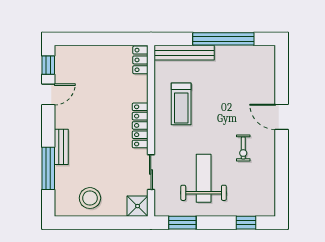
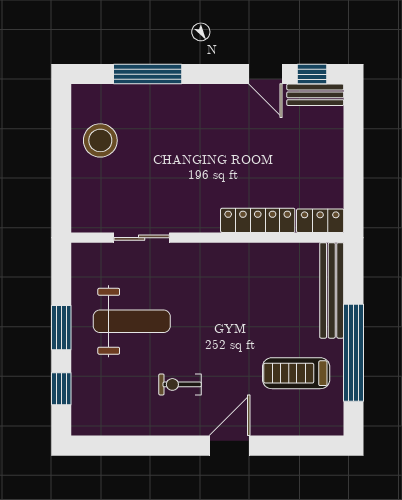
treadmill: (181, 104) -> (296, 373), moved
locker: (140, 125) -> (258, 220), moved
bench: (61, 147) -> (315, 95), moved
shower: (138, 206) -> (88, 216), removed
window: (182, 223) -> (61, 328), moved

